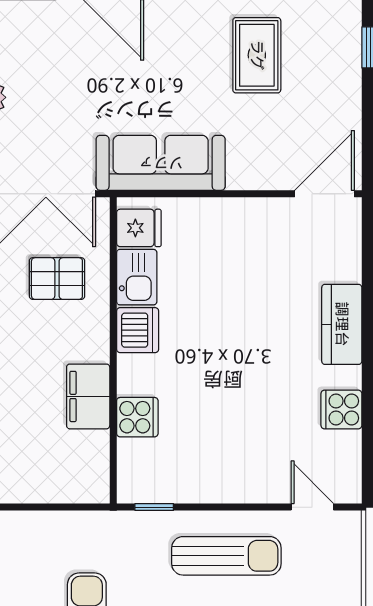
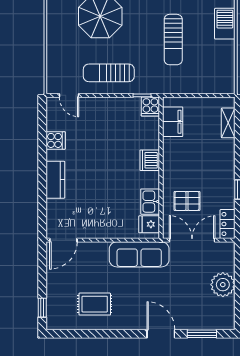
rug: (257, 55) -> (95, 304), turned 90
dishwasher: (138, 330) -> (150, 160), moved
filing cabinet: (88, 396) -> (173, 122), moved
cooker: (137, 417) -> (150, 107), moved, turned -90

